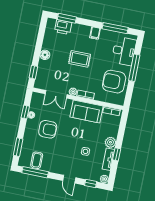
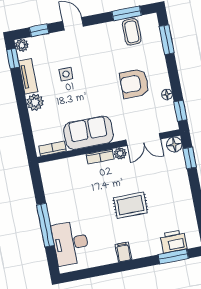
window: (115, 28) -> (97, 271), removed
floor lamp: (45, 55) -> (174, 144), moved
armchair: (114, 82) -> (66, 193), removed
double door: (56, 94) -> (143, 140), swing flipped
window: (25, 112) -> (180, 111), moved
window: (117, 154) -> (13, 58), moved
window: (35, 172) -> (127, 13), width x0.69

